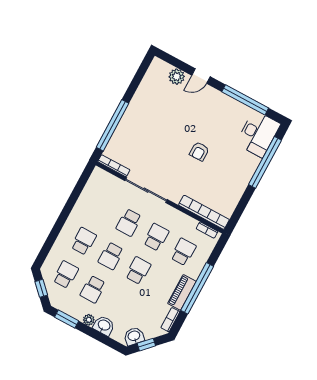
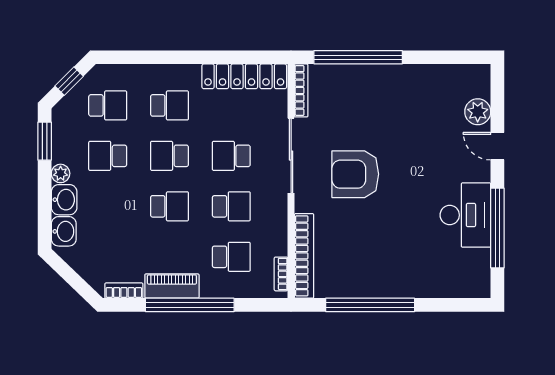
desk: (258, 134) -> (465, 215), moved, turned -90
armchair: (199, 151) -> (355, 174), moved, width x1.88, depth x1.88
window: (265, 162) -> (370, 305), moved
locker: (90, 192) -> (244, 76), added
washbasin: (134, 336) -> (64, 231), moved, turned 46
window: (146, 345) -> (70, 276), removed

